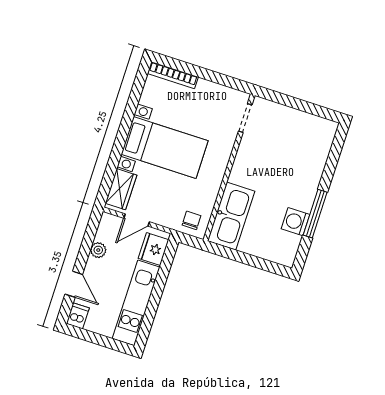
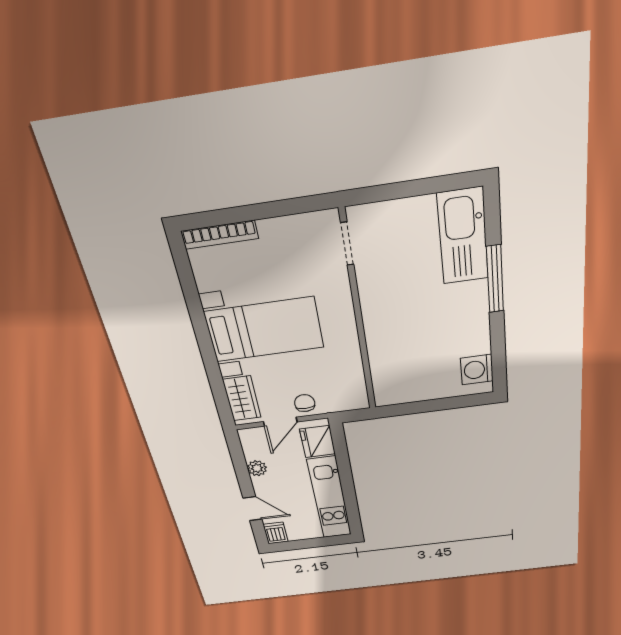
window: (315, 214) -> (495, 279), moved
kitchen sink: (231, 216) -> (463, 236), moved, turned 180
chair: (192, 220) -> (305, 403), moved
washing machine: (296, 222) -> (477, 370), moved

